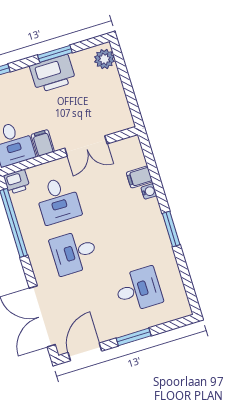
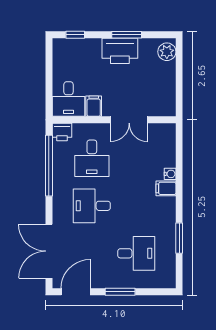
filing cabinet: (139, 177) -> (166, 188), moved
window: (171, 229) -> (179, 238), moved

